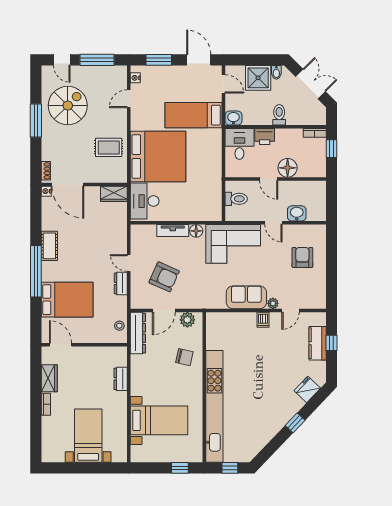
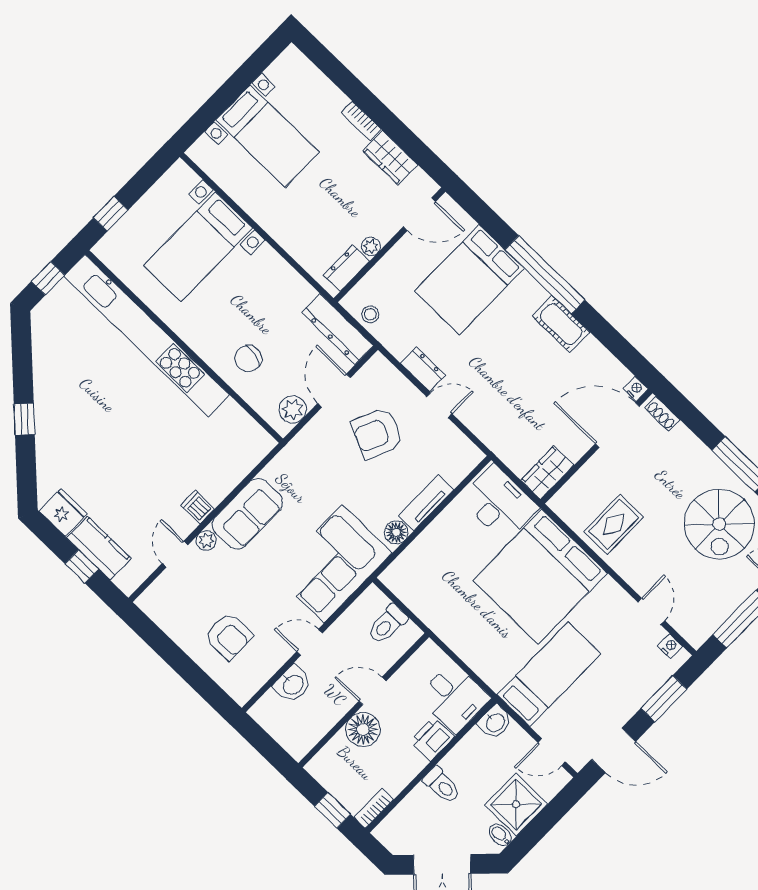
plant: (92, 352) -> (371, 247), added
dresser: (121, 379) -> (347, 268), moved, turned -90
fridge: (307, 389) -> (63, 512), moved, turned -44

